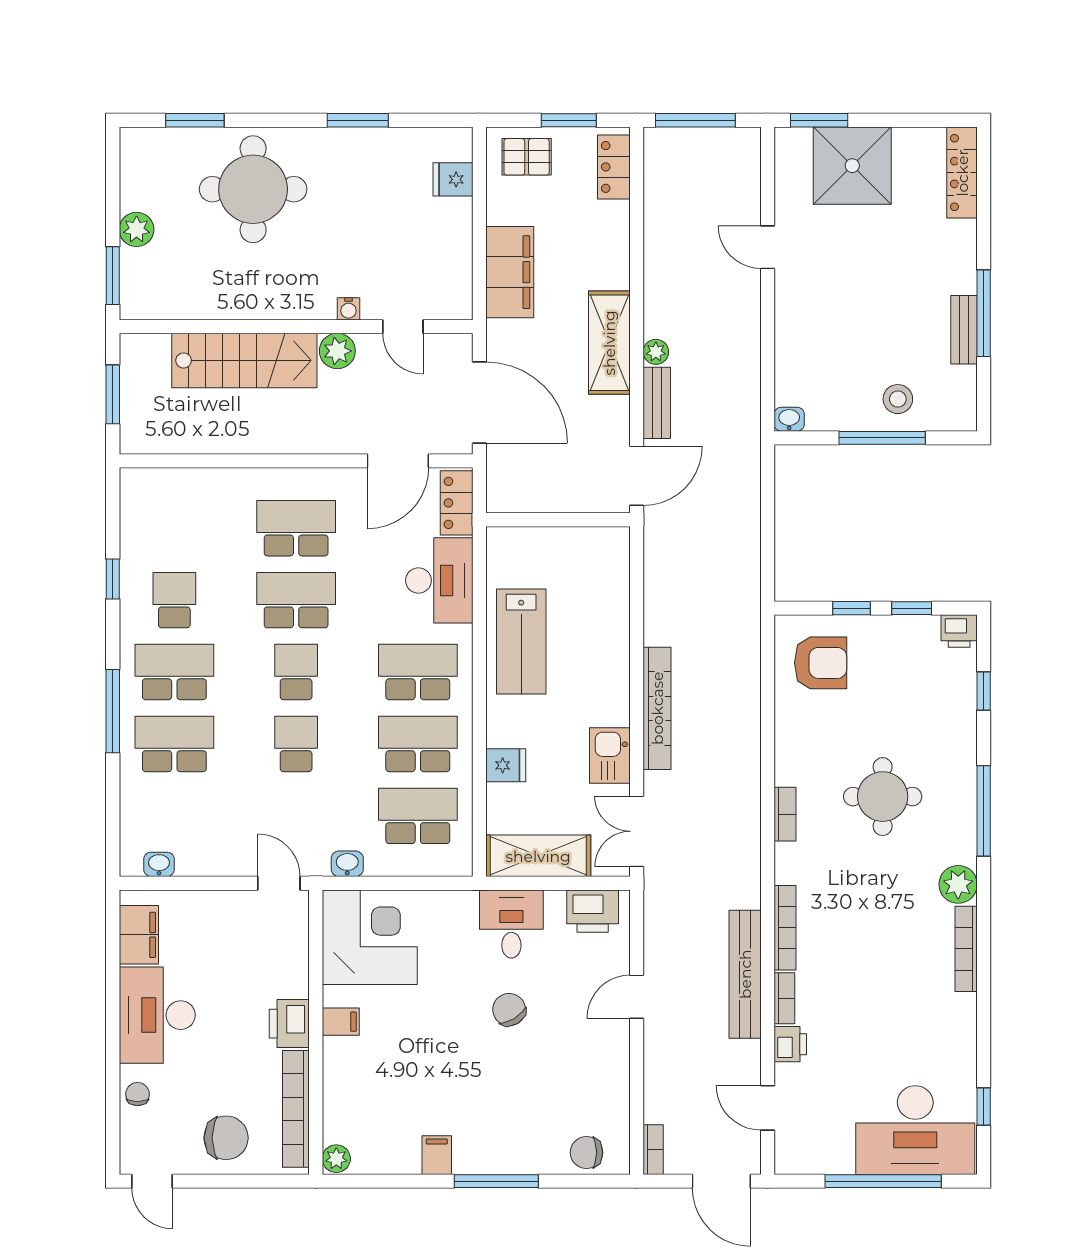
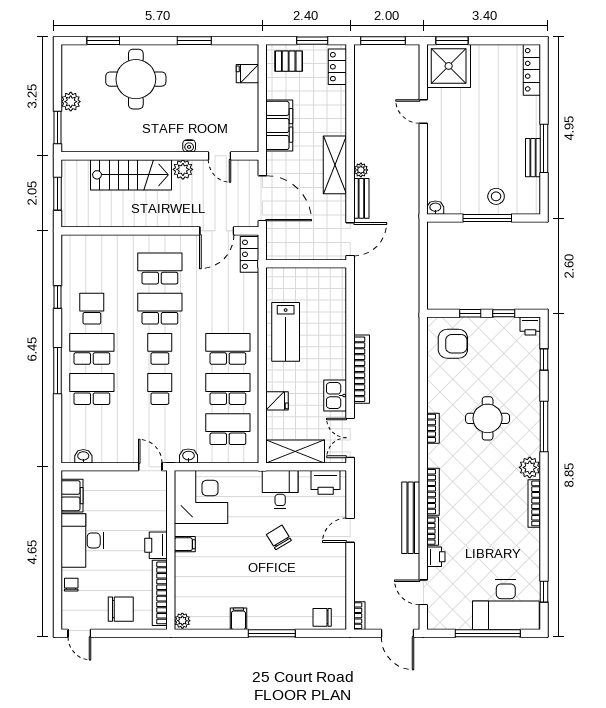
shower: (852, 166) -> (449, 66), moved
desk: (439, 580) -> (240, 298), removed

